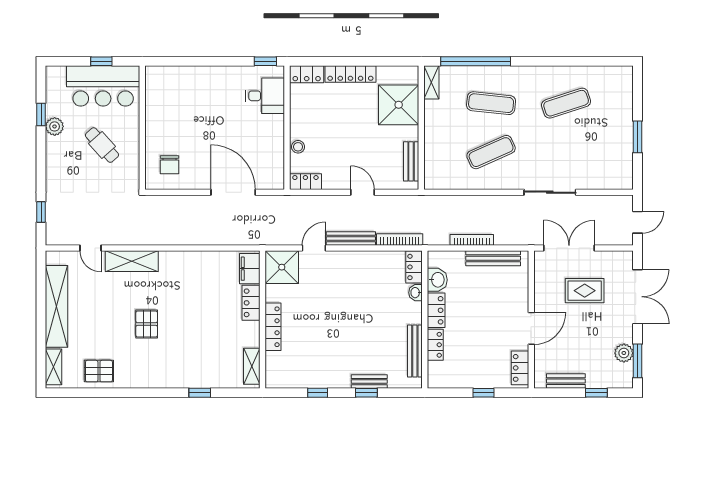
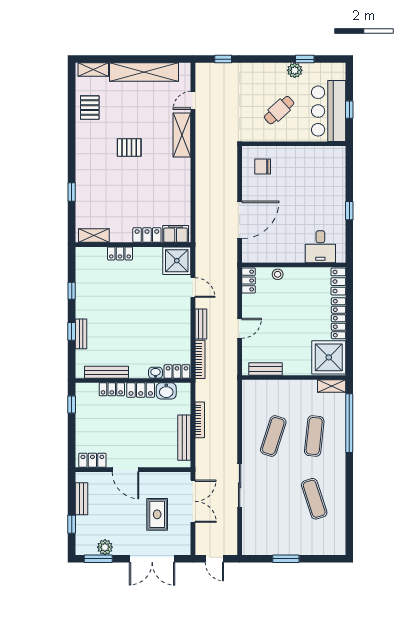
window: (265, 61) -> (349, 211), moved
shower: (399, 105) -> (329, 357), moved
exercise mat: (491, 152) -> (273, 436), turned 42
bench: (351, 239) -> (201, 324), width x0.73
locker: (273, 327) -> (120, 253), width x0.66
window: (483, 393) -> (72, 404), moved

